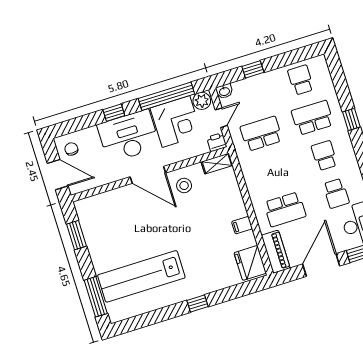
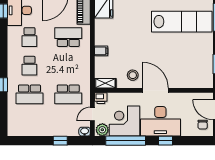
school desk: (301, 80) -> (29, 123), removed
school desk: (336, 193) -> (29, 37), turned 180
filing cabinet: (242, 225) -> (101, 51), moved

